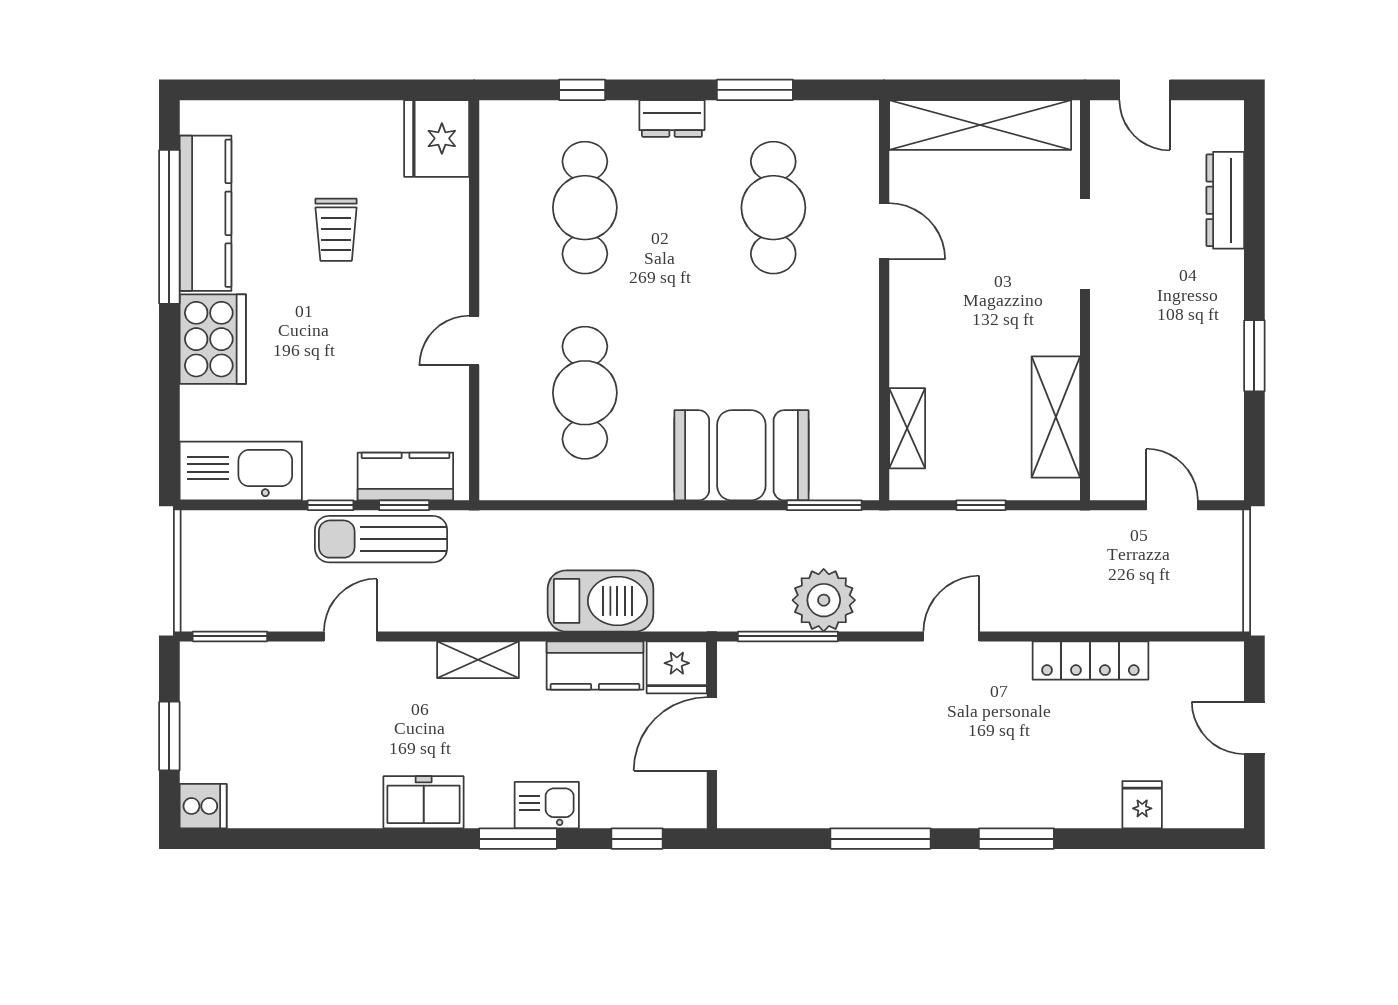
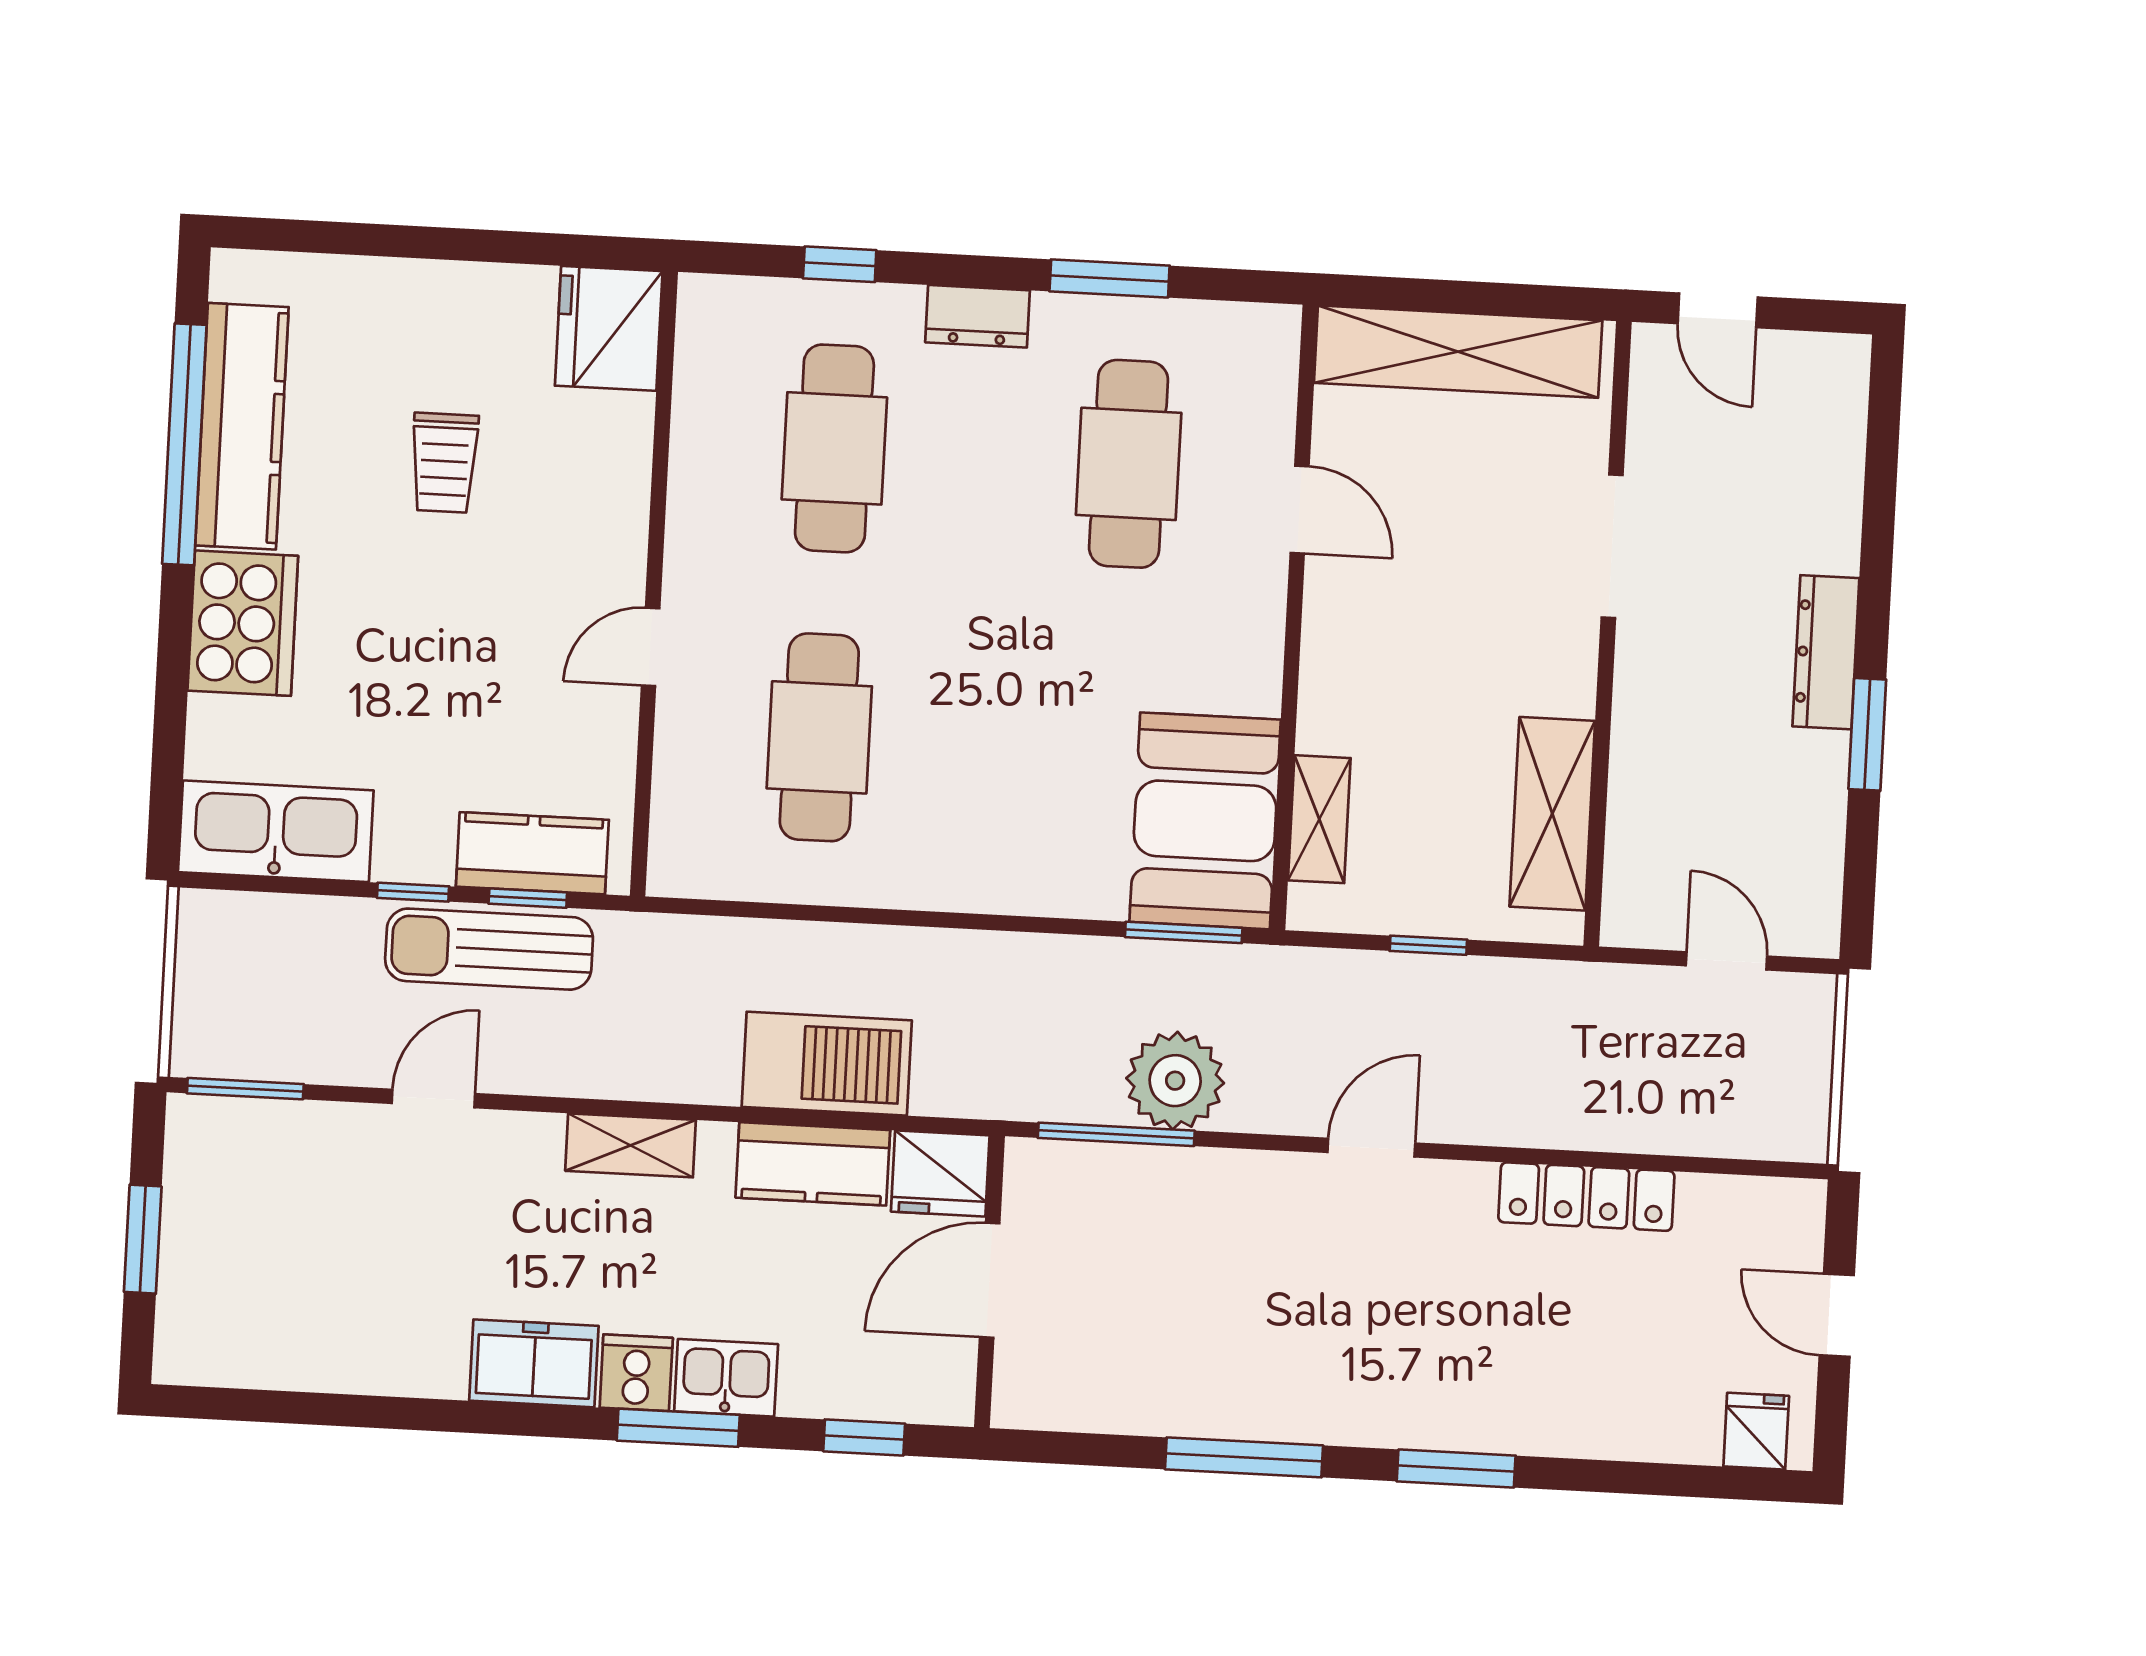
dresser: (1225, 200) -> (1826, 652), moved
booth: (741, 455) -> (1205, 821), moved, turned 90
fridge: (1142, 805) -> (1756, 1431), moved
cooker: (203, 806) -> (636, 1373), moved, turned -90

